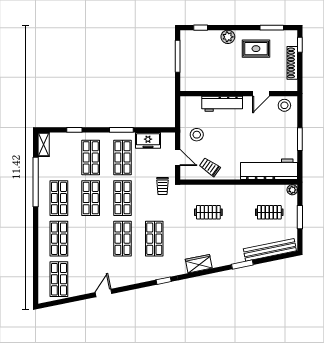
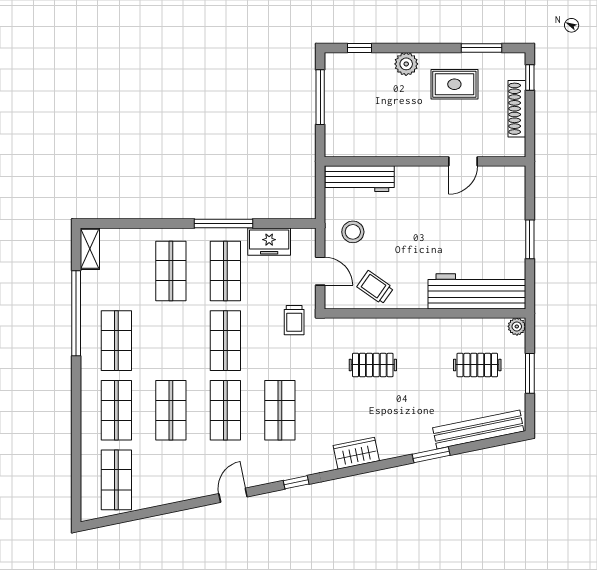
workbench: (222, 104) -> (360, 179), moved
stool: (284, 105) -> (503, 181), removed
window: (74, 130) -> (143, 223), removed
window: (121, 130) -> (223, 223), width x1.44
shop shelf: (91, 198) -> (171, 410), moved
door: (103, 293) -> (233, 495), moved

